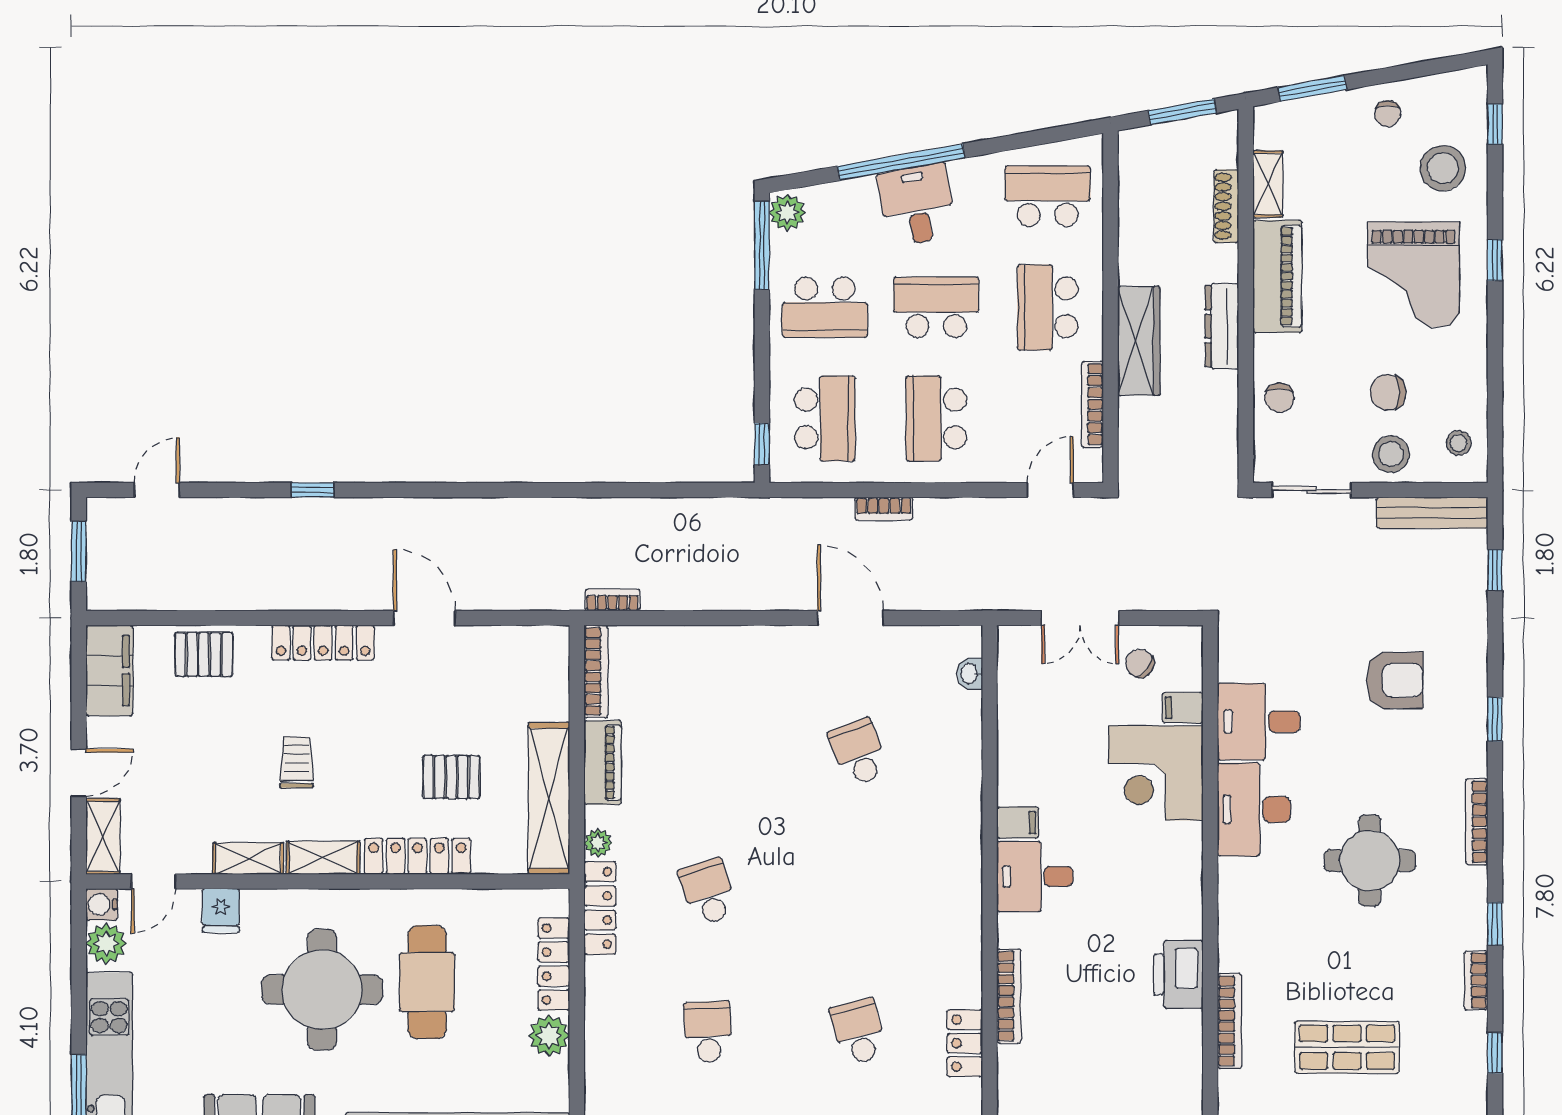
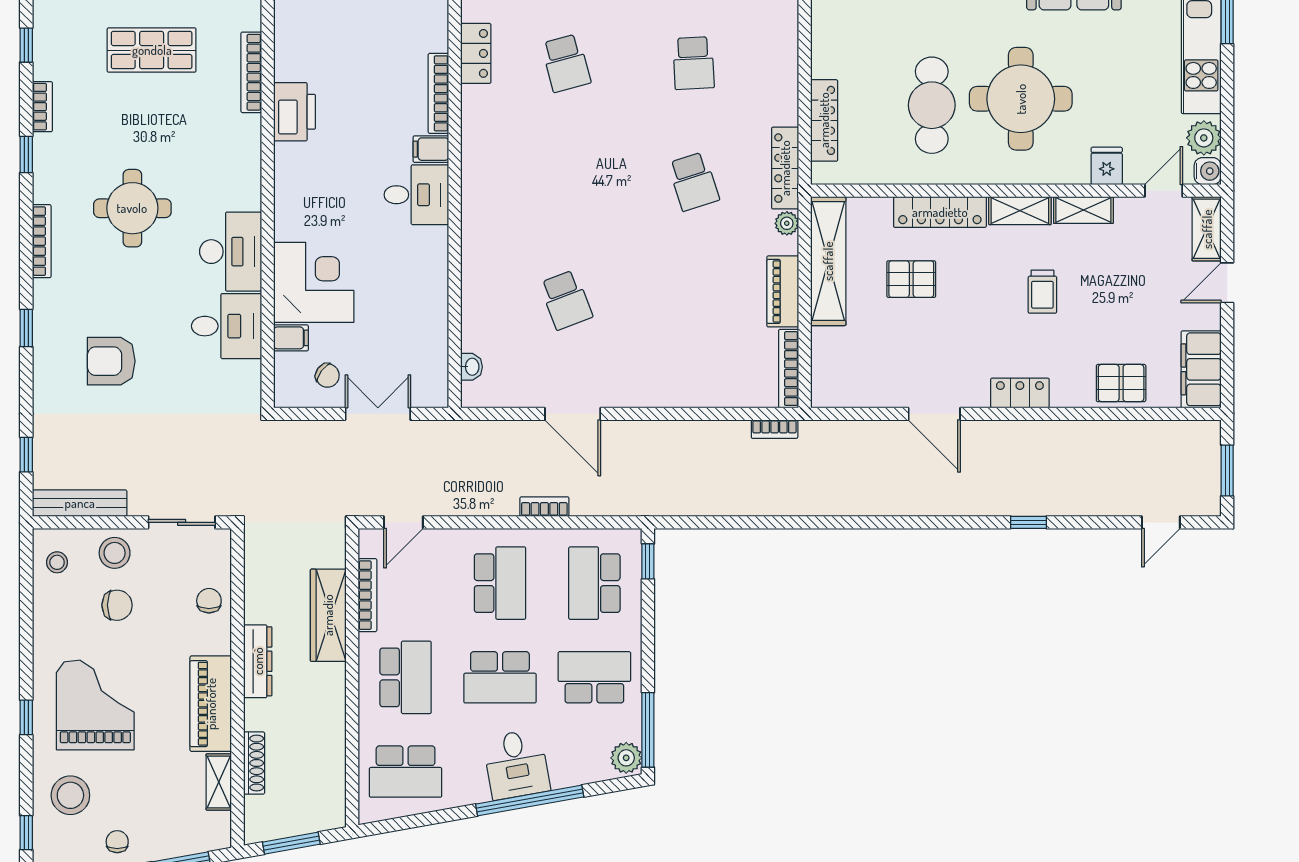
wardrobe: (1139, 341) -> (328, 615), moved
locker: (323, 643) -> (1020, 393), width x0.66
filing cabinet: (1018, 823) -> (431, 149), moved
plant: (549, 1036) -> (828, 60), removed

